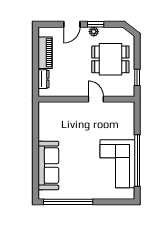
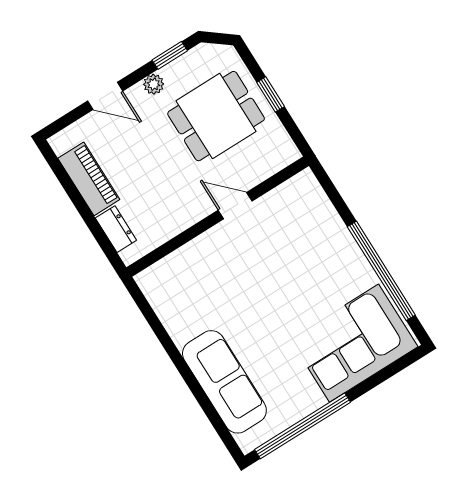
door: (72, 24) -> (105, 96), hinge flipped
window: (96, 24) -> (170, 55), moved
window: (137, 77) -> (271, 94), moved
corner sofa: (117, 164) -> (354, 343), moved, turned 90

